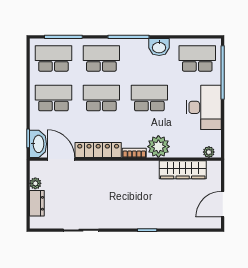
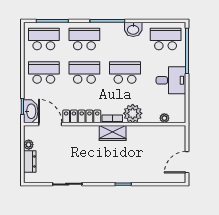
desk: (204, 107) -> (171, 80), width x0.73
plant: (209, 152) -> (164, 118), moved
wardrobe: (183, 170) -> (113, 133), moved, width x0.67

